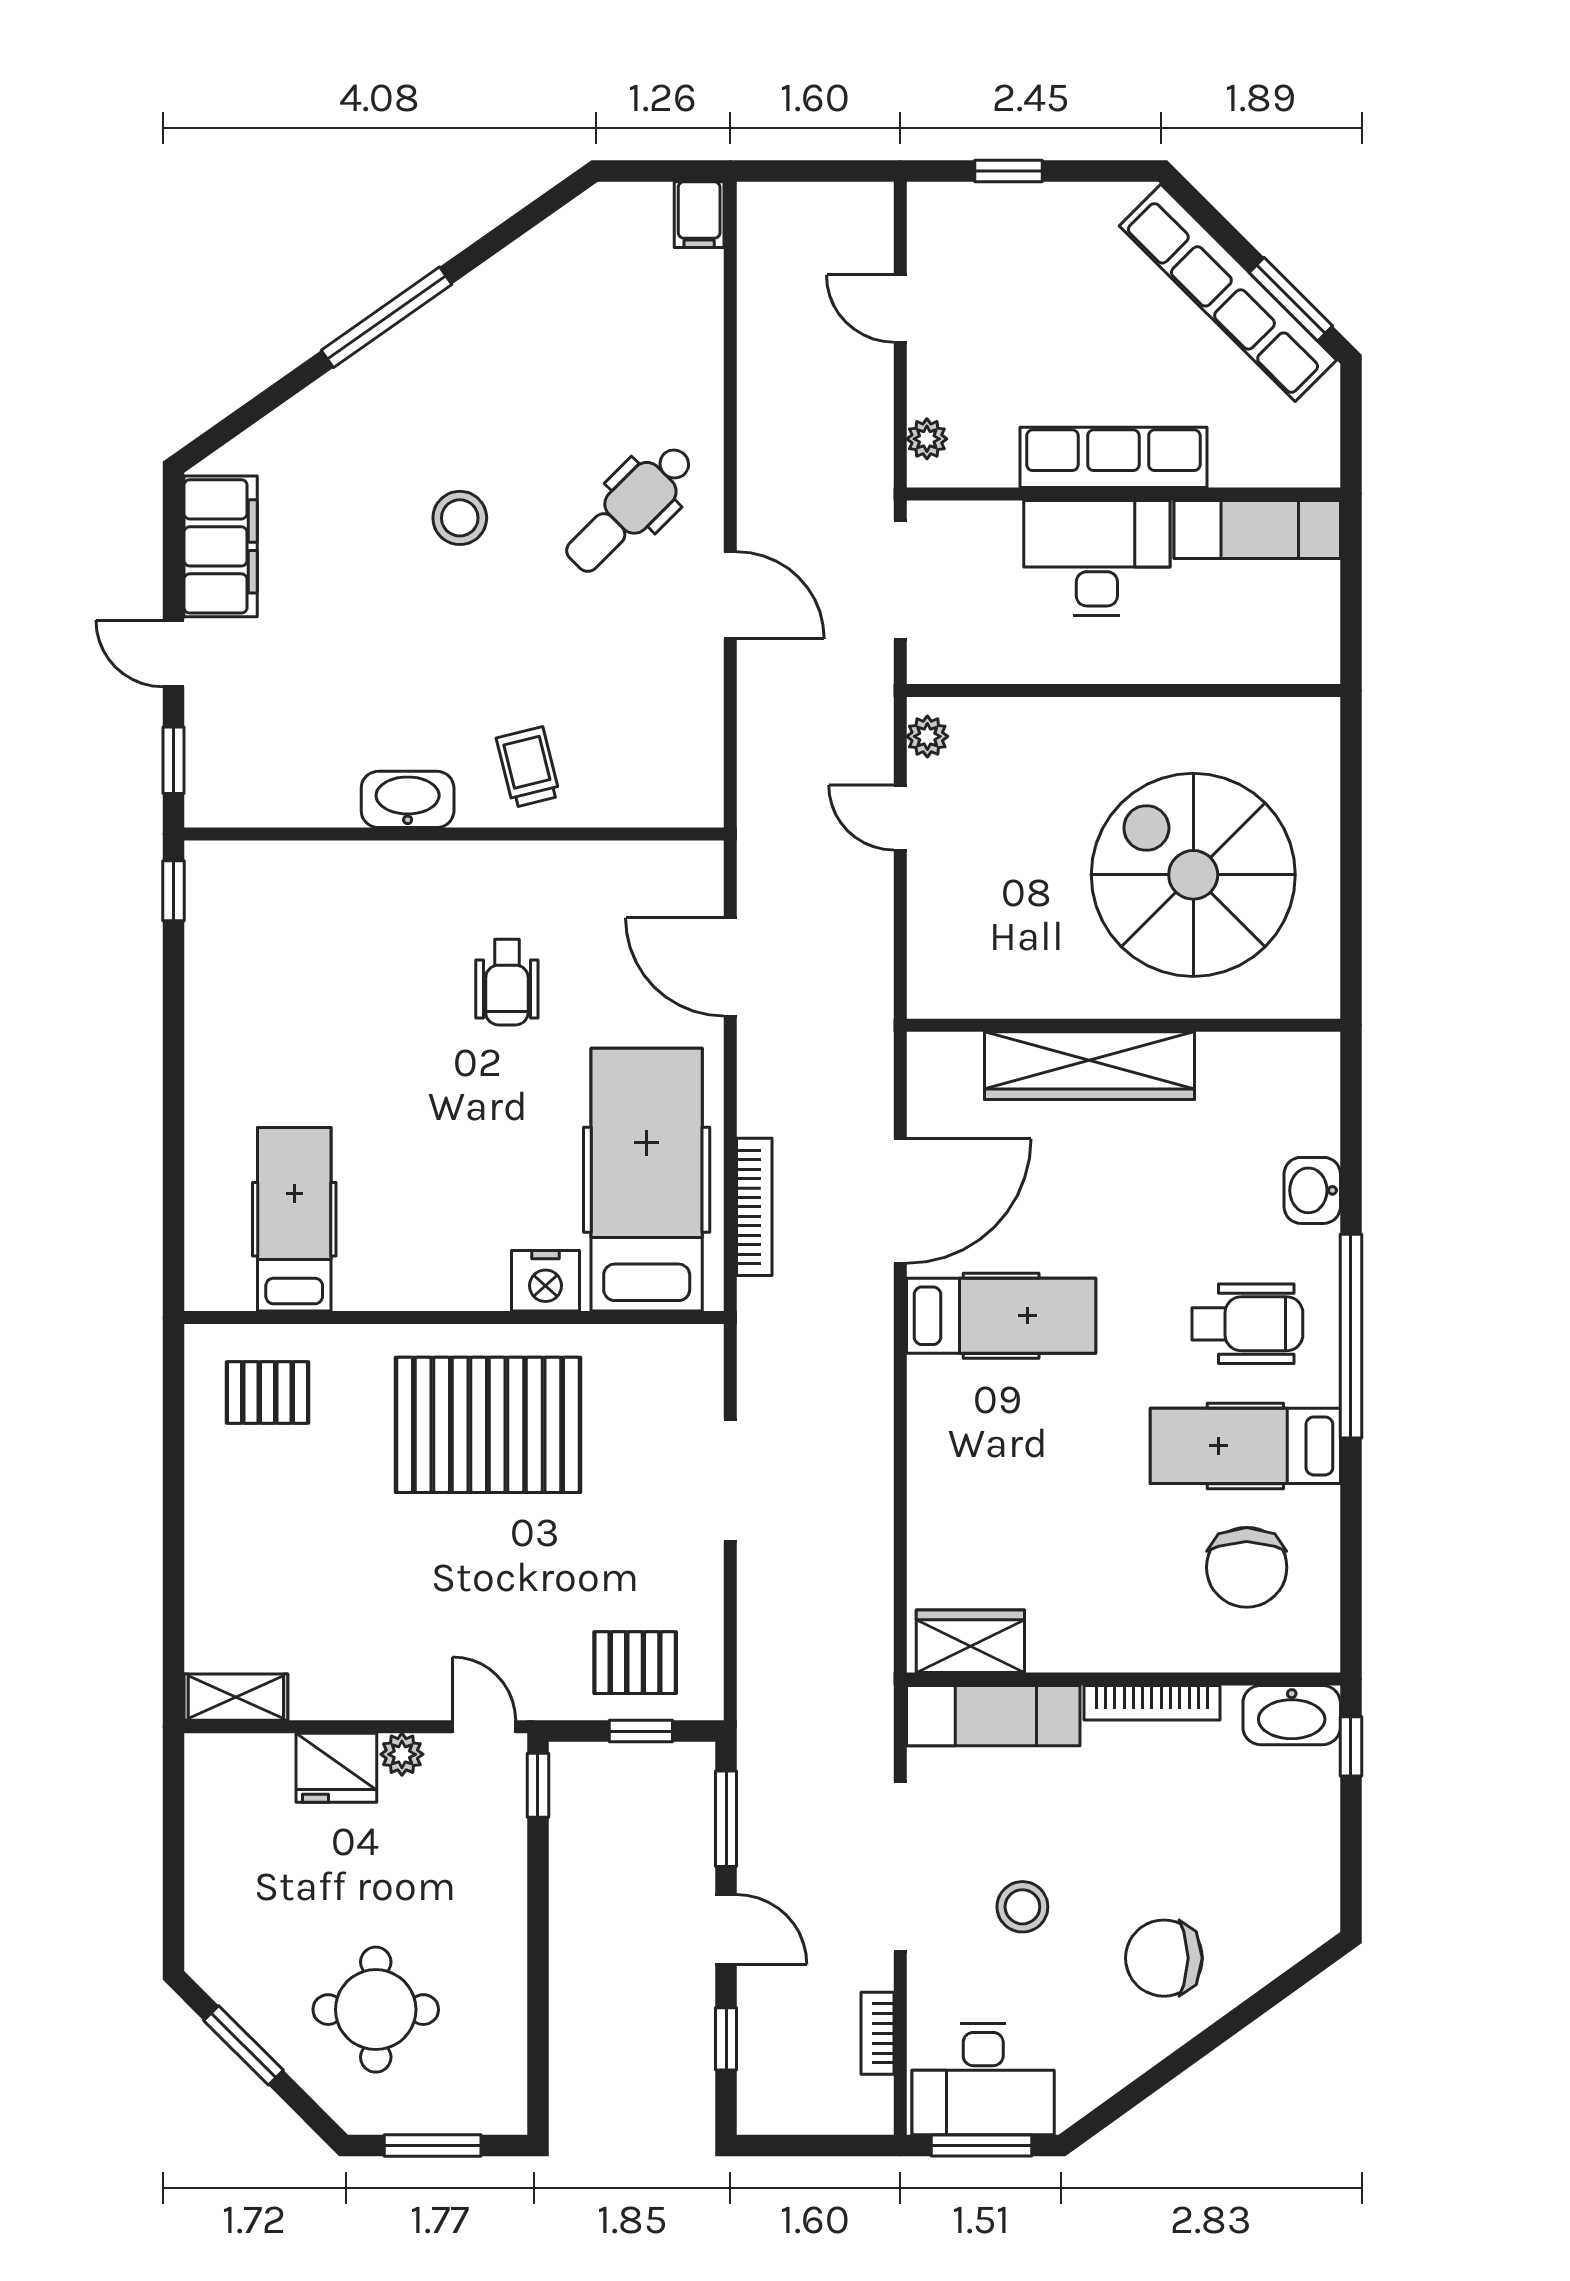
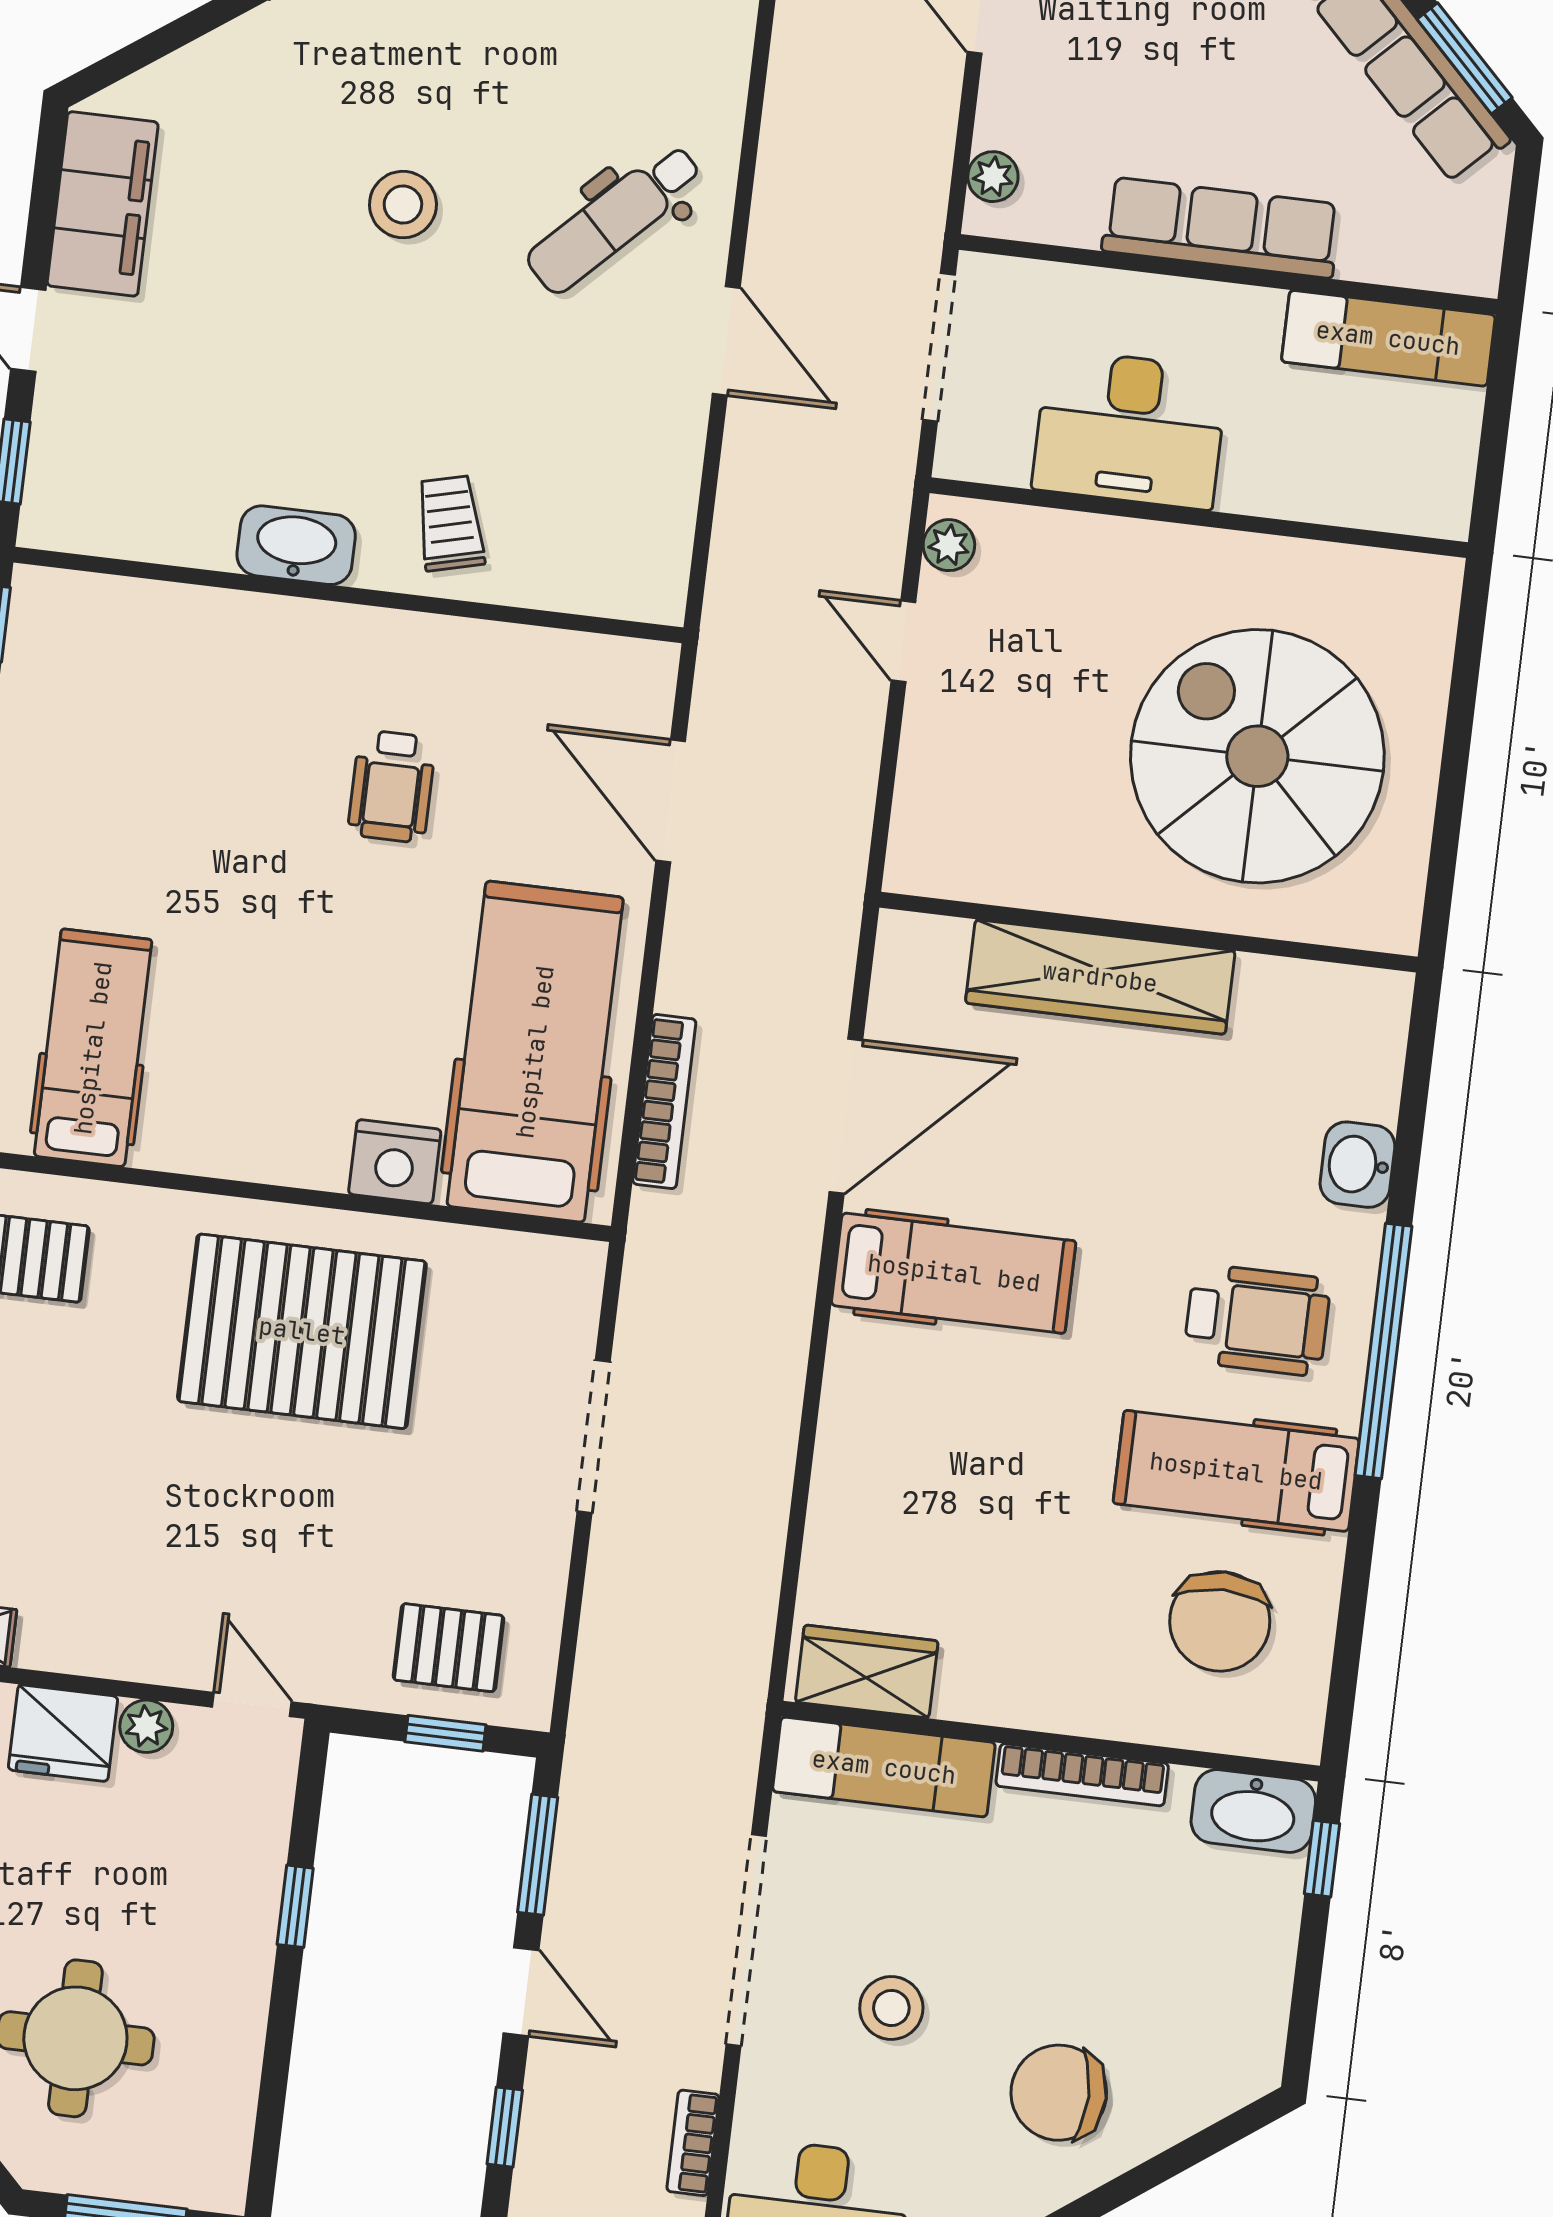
desk: (1097, 558) -> (1130, 429), moved, turned 180
window: (538, 1785) -> (295, 1906), moved

